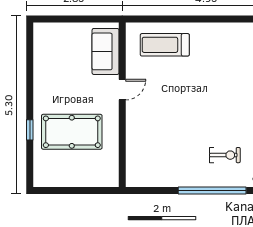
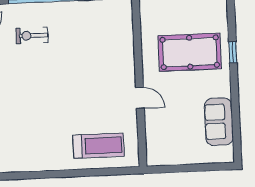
sofa: (106, 51) -> (219, 122), moved, turned 180
door: (122, 90) -> (140, 98), swing flipped

